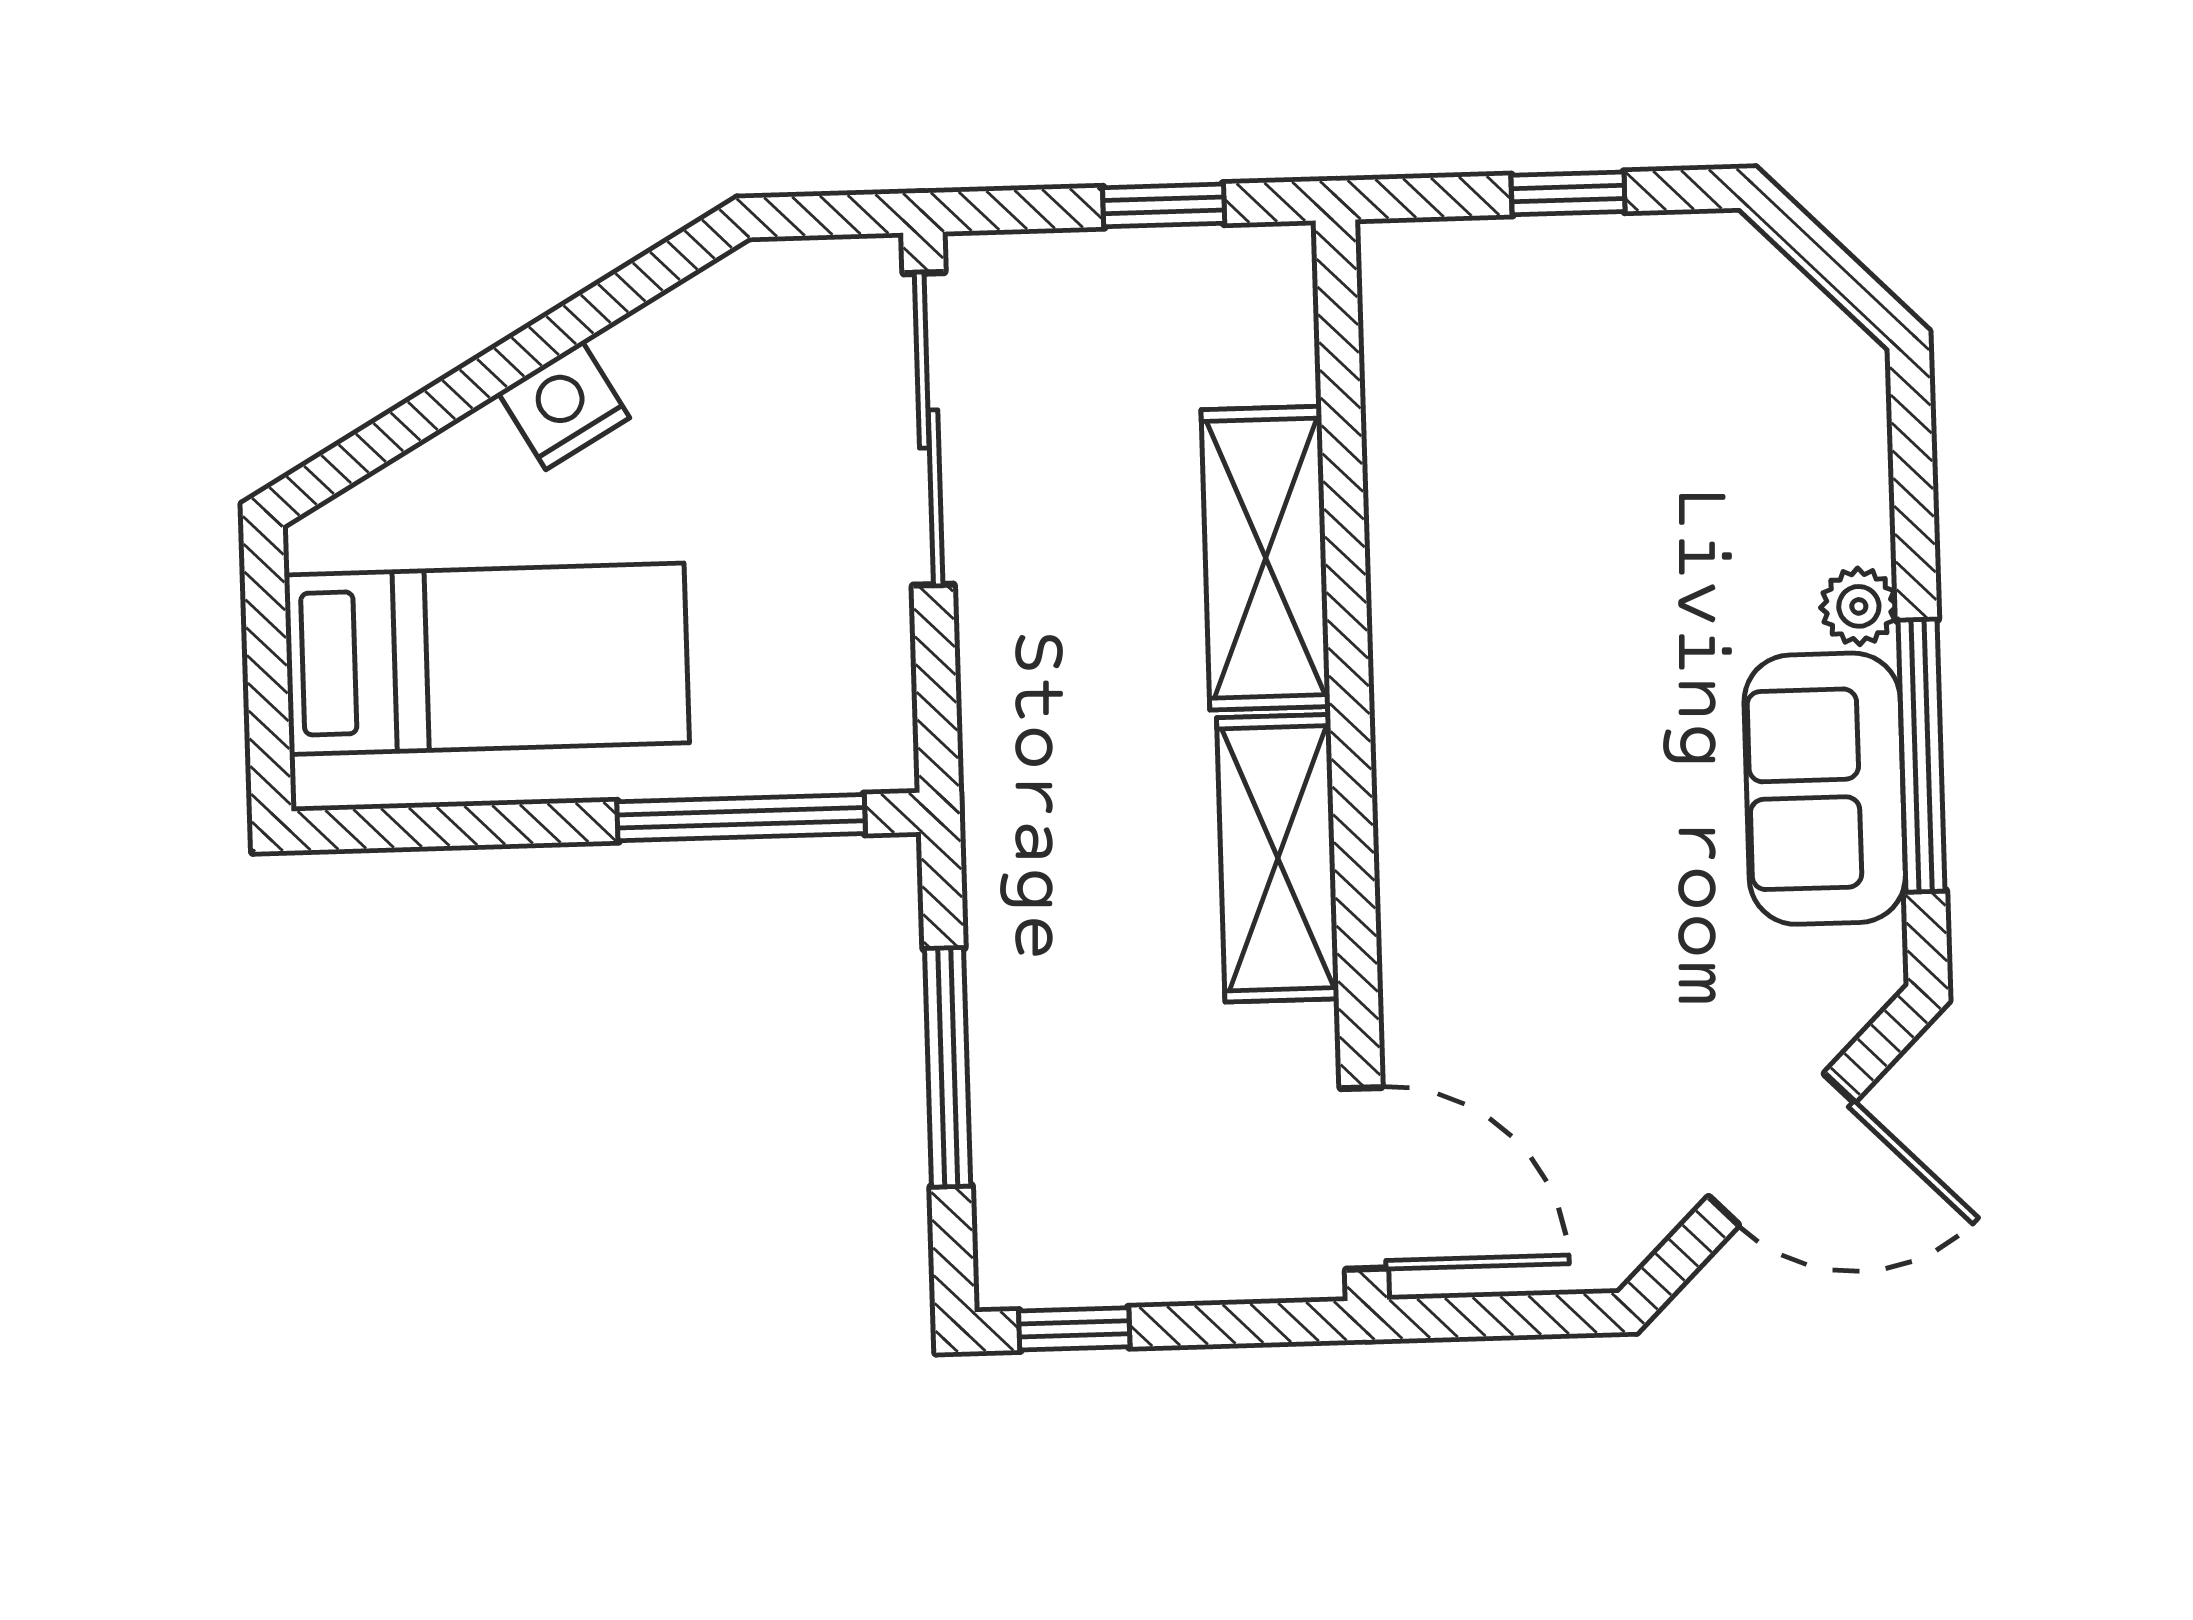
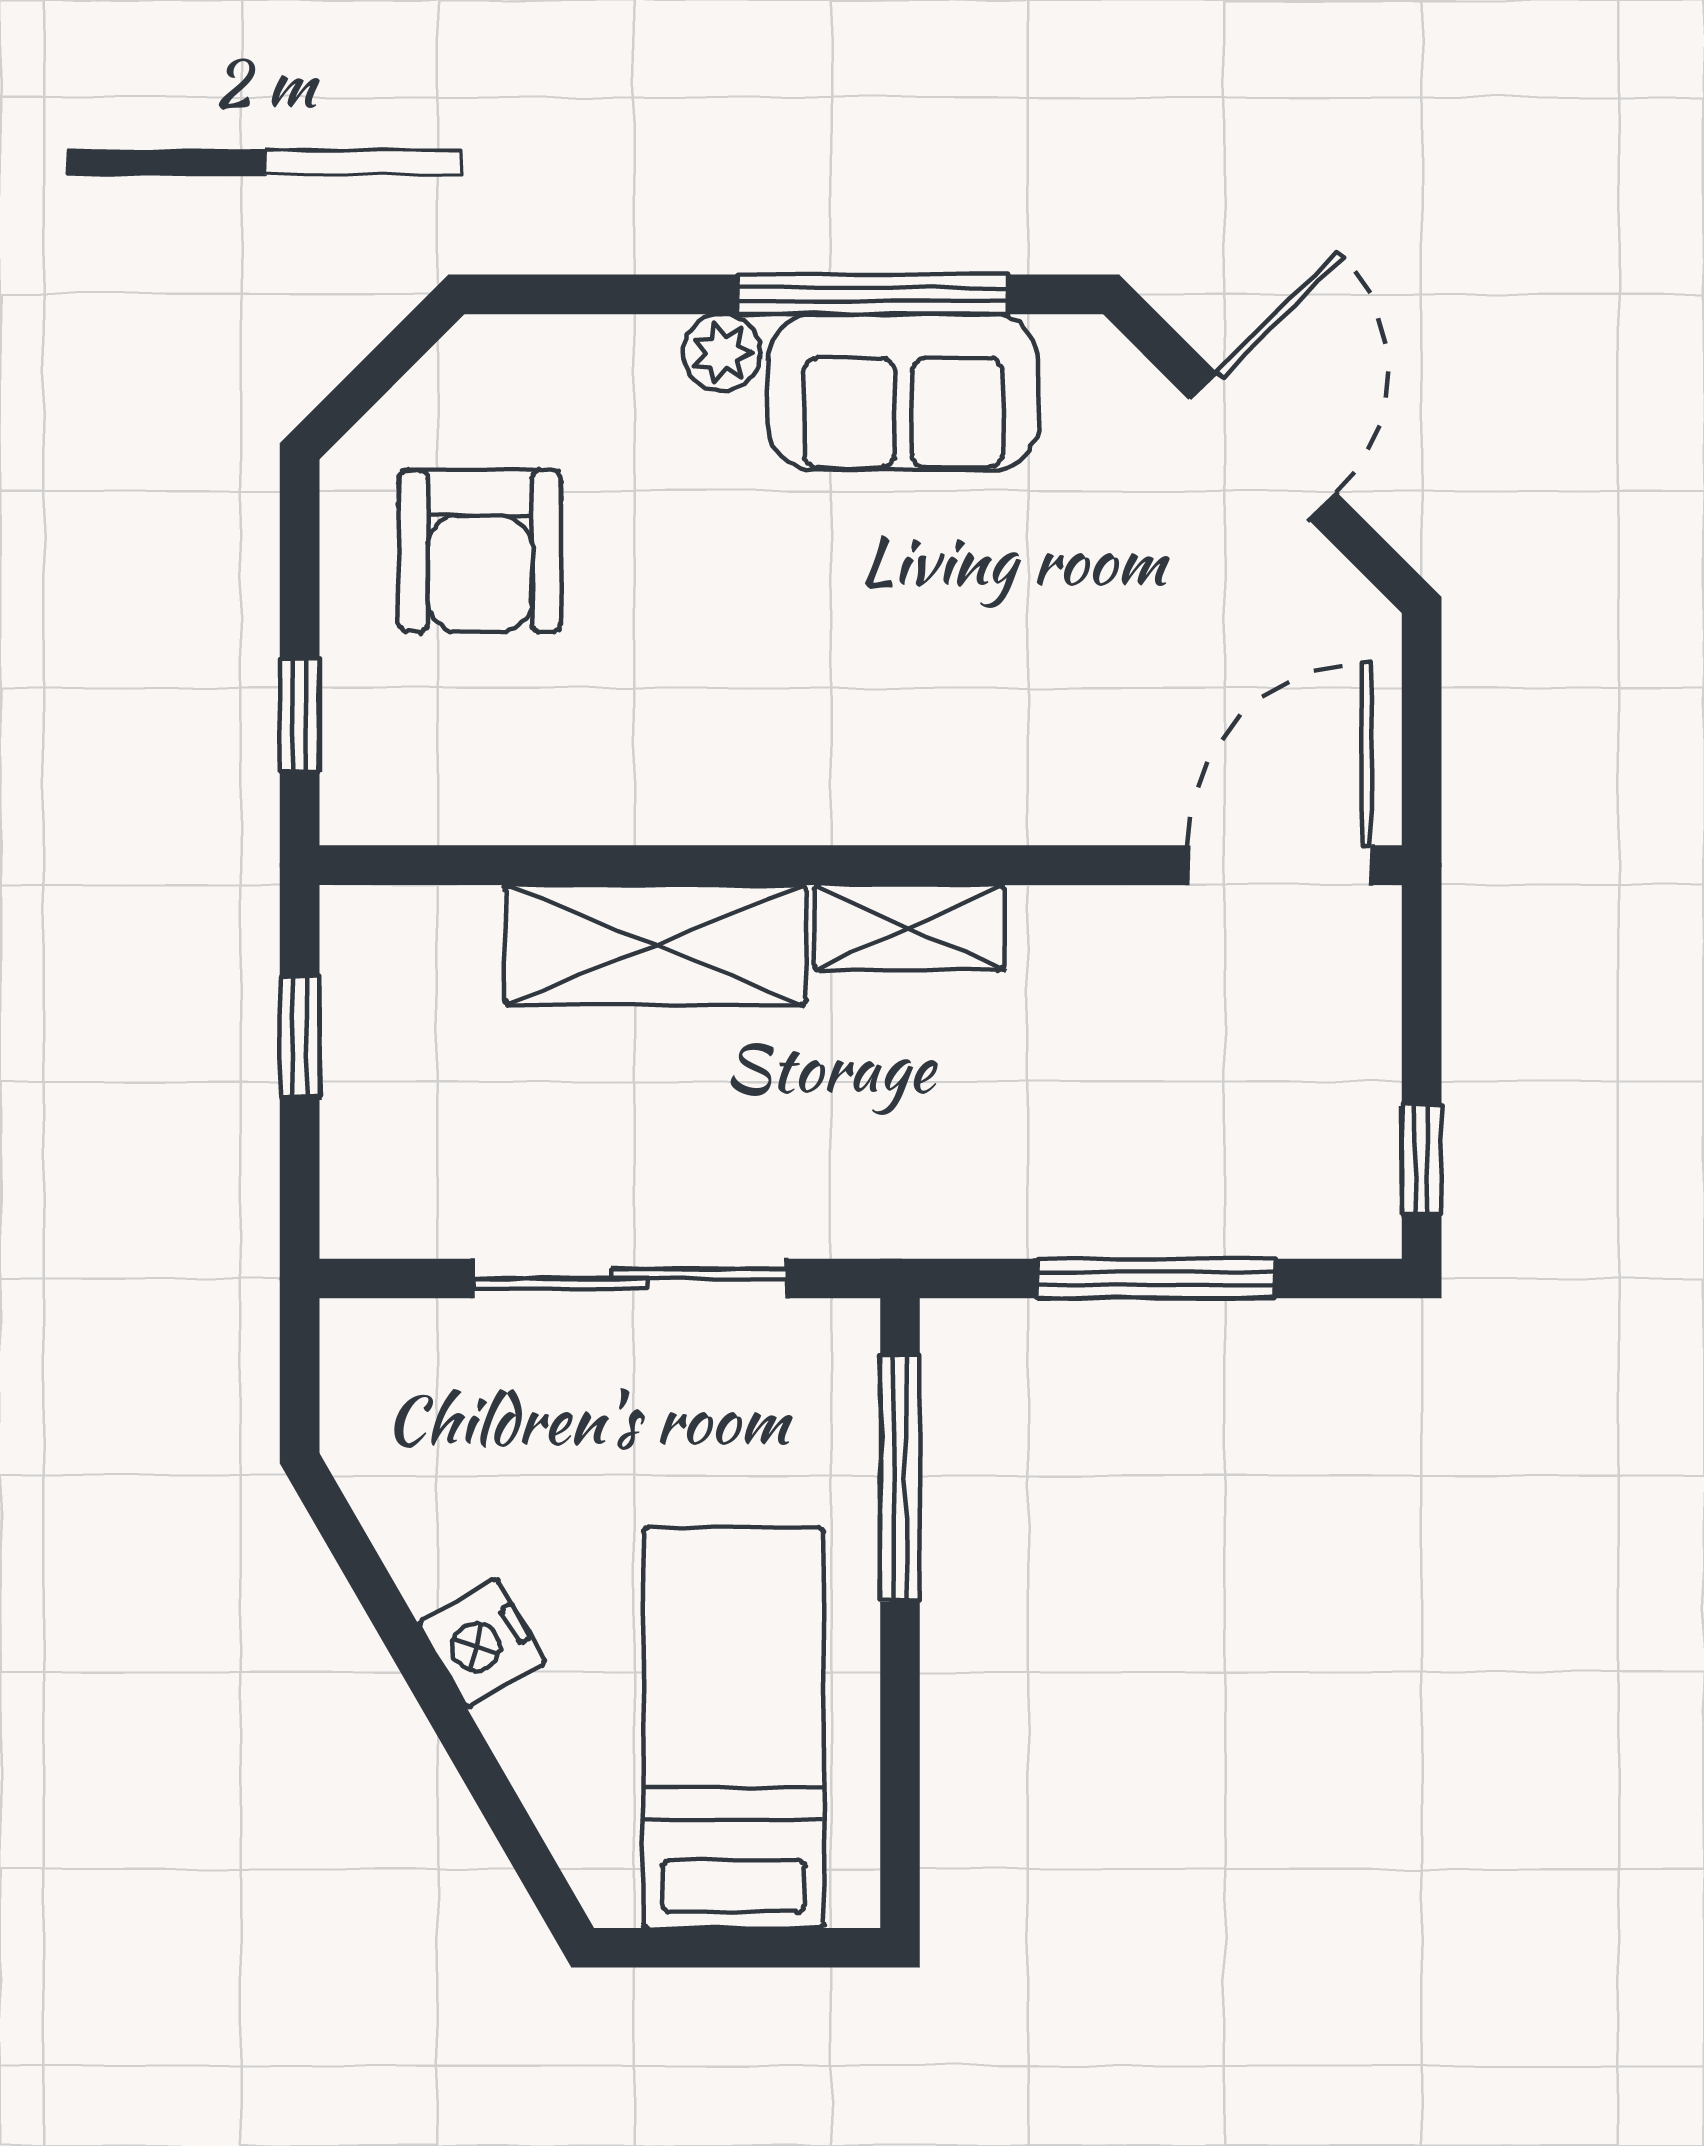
window: (1568, 193) -> (300, 715), moved
armchair: (1654, 371) -> (480, 551), added
sliding door: (929, 429) -> (630, 1278), moved
shelving: (1278, 858) -> (909, 928), width x0.67, depth x0.75

